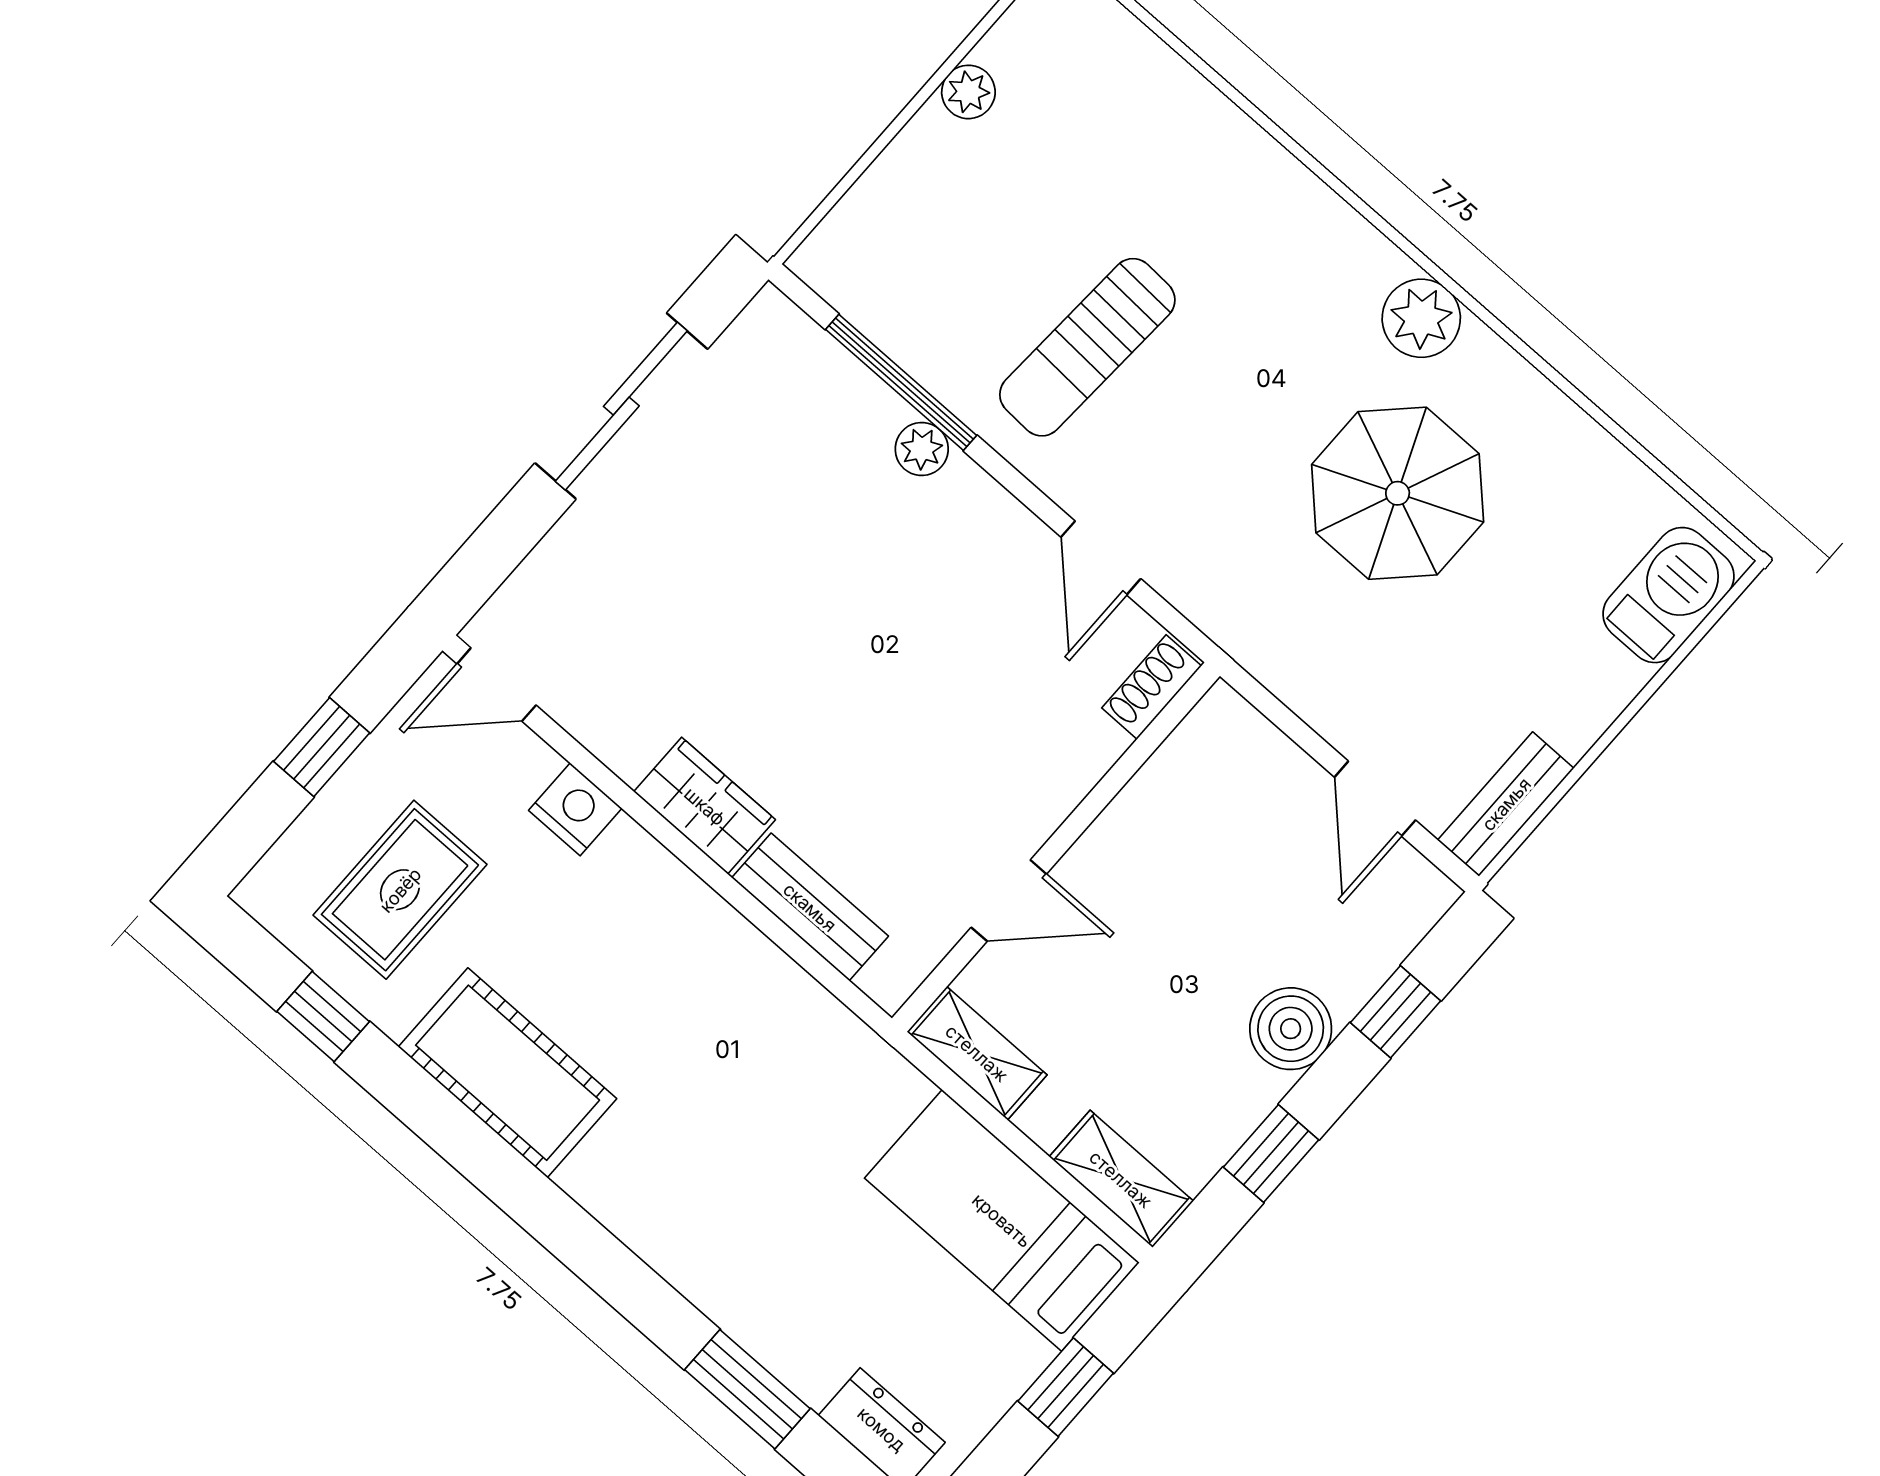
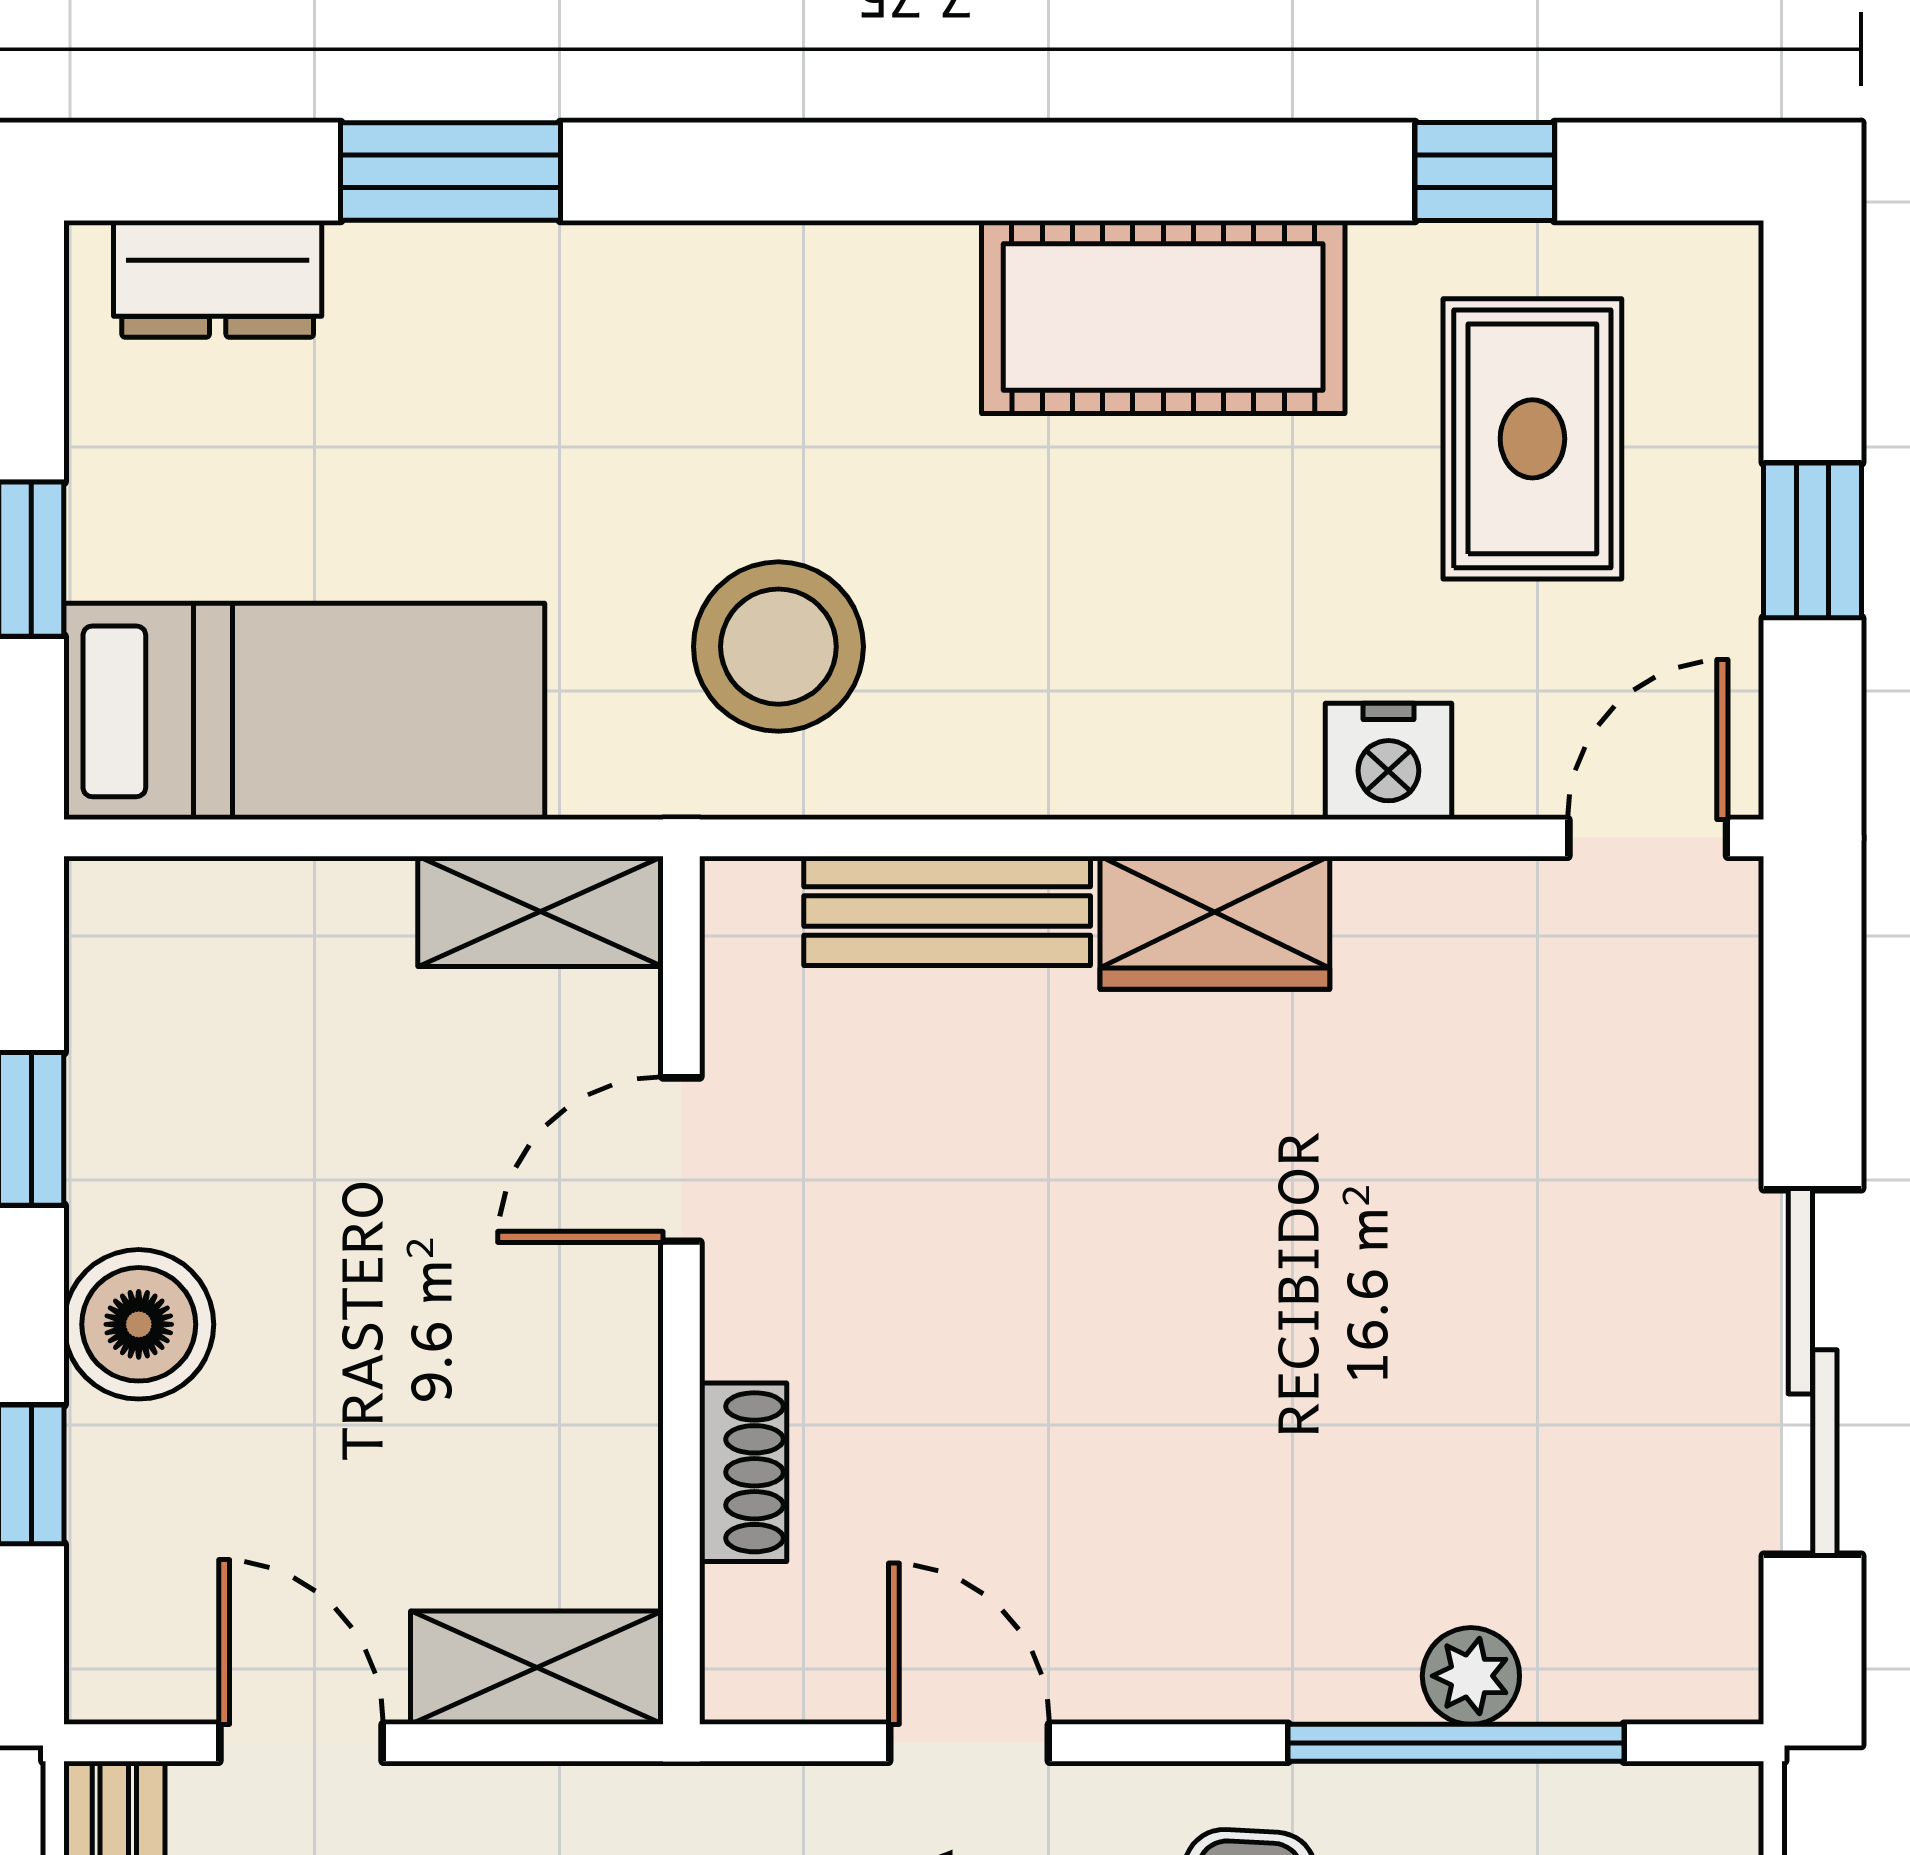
plant: (922, 449) -> (1471, 1676), moved
shoe rack: (1152, 687) -> (743, 1472), moved
stool: (784, 1076) -> (778, 647), added
shelving: (1121, 1179) -> (537, 1668), moved

